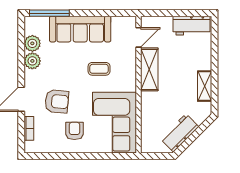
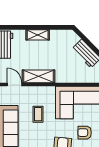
shelving: (205, 86) -> (38, 35), moved

